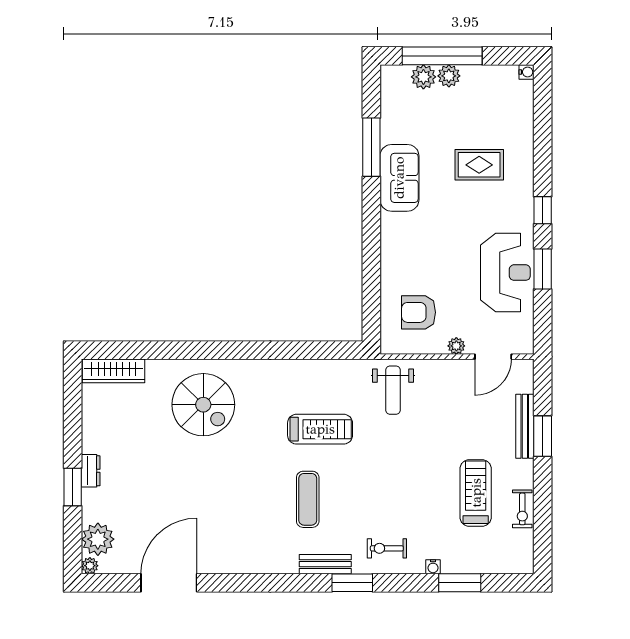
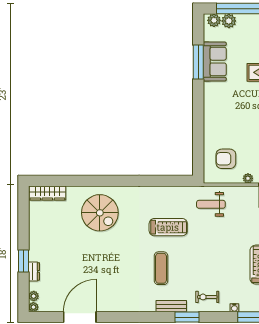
plant: (449, 76) -> (214, 20), moved
sofa: (399, 178) -> (215, 62), moved
weight bench: (393, 390) -> (211, 204), turned 90
dresser: (91, 471) -> (34, 271), moved
plant: (98, 539) -> (34, 296), width x0.53, depth x0.53

